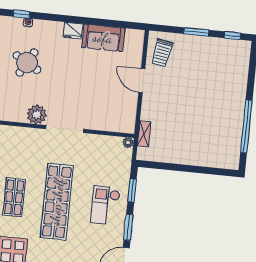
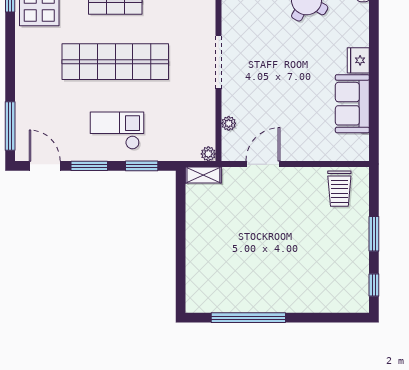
trolley: (162, 53) -> (339, 189), turned -100
door: (142, 81) -> (263, 164), moved
plant: (37, 114) -> (229, 123), moved, width x0.53, depth x0.53
shelving: (144, 134) -> (203, 175), moved

